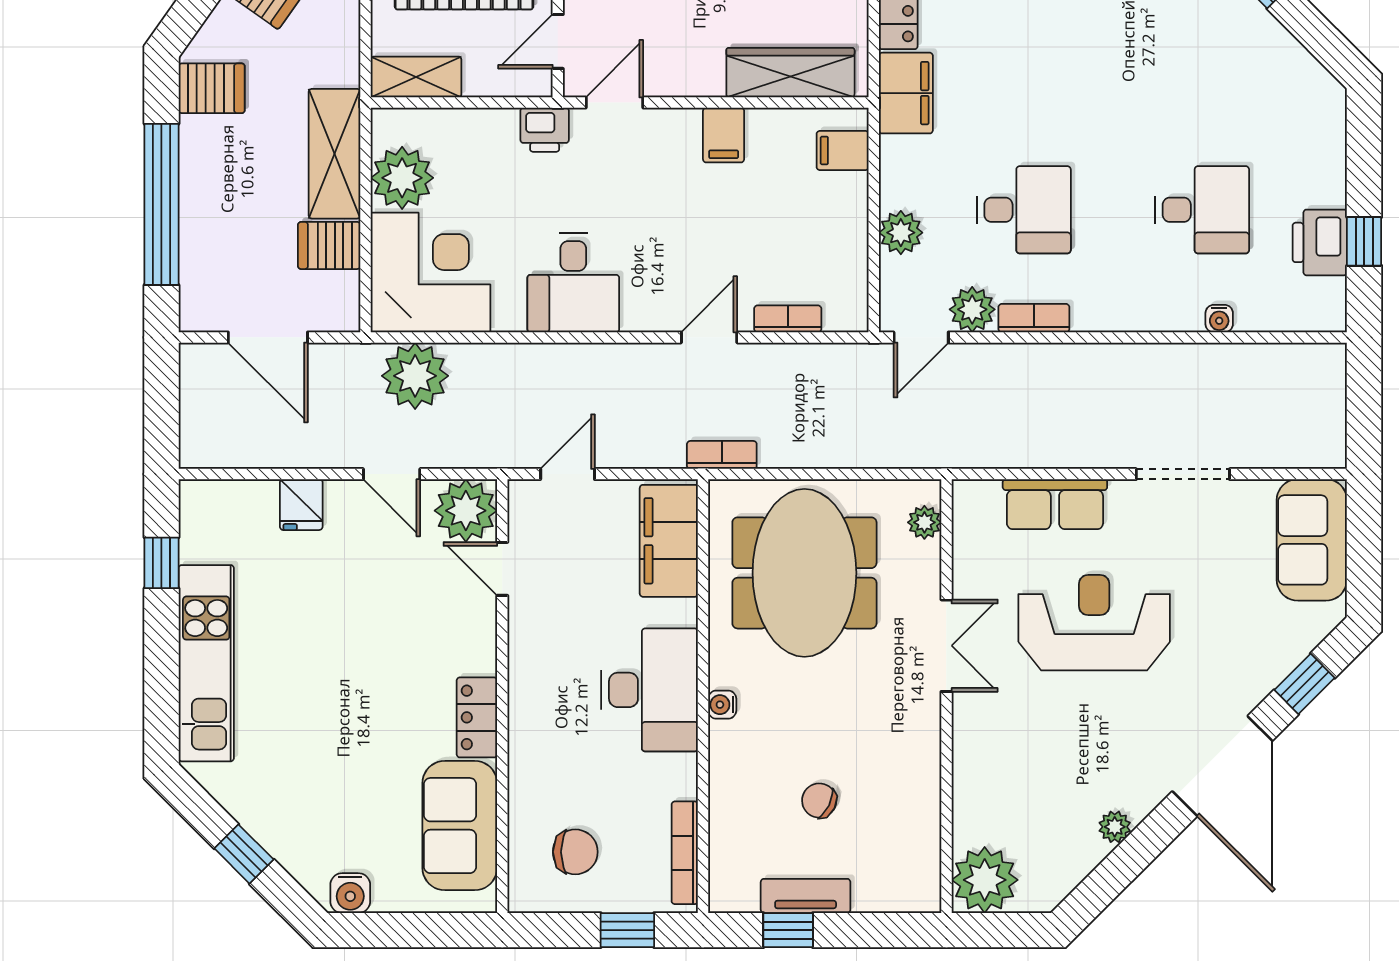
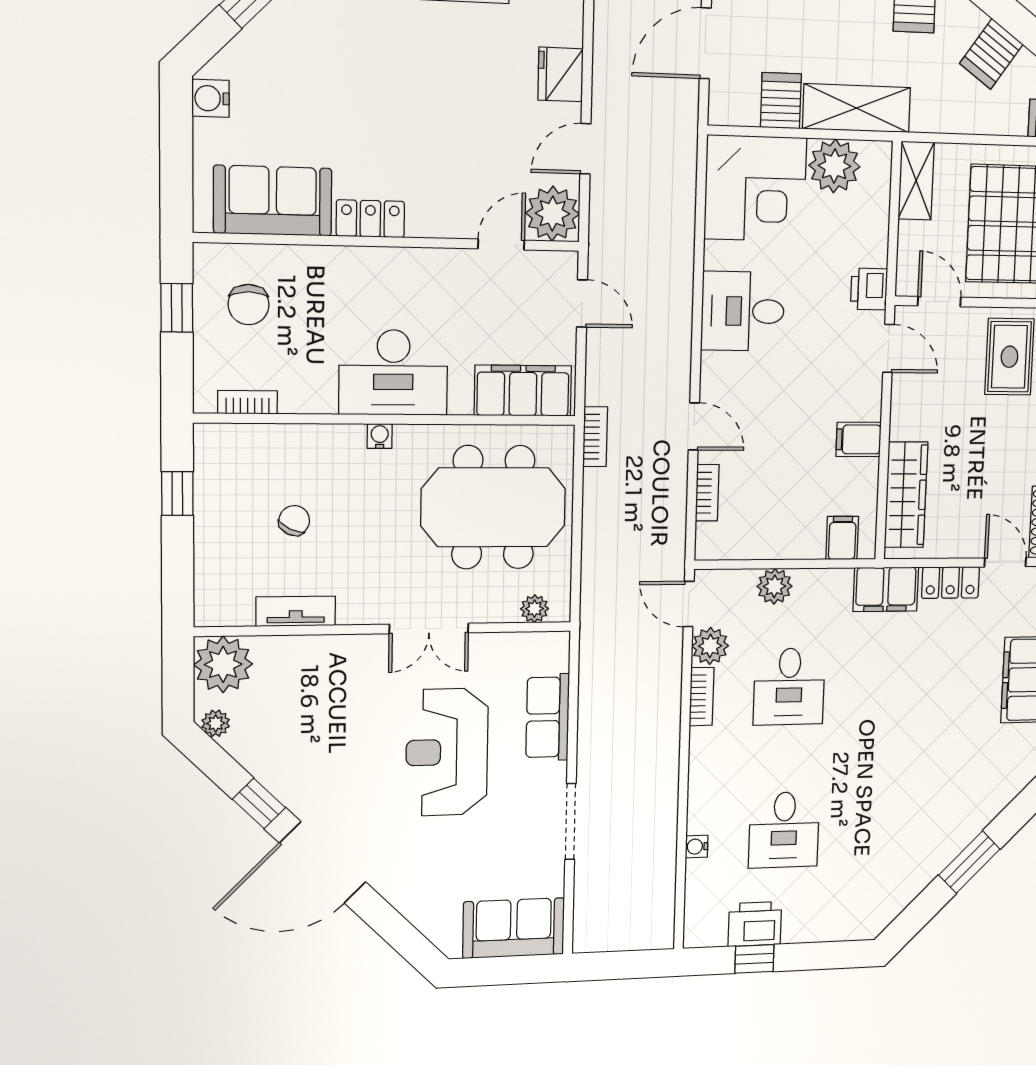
plant: (415, 376) -> (669, 172), removed
fridge: (301, 505) -> (561, 74), width x1.38
reception desk: (1094, 623) -> (447, 752), turned 180
window: (1304, 684) -> (259, 803), moved
plant: (1115, 827) -> (216, 723), moved
bookcase: (685, 853) -> (248, 402), width x0.64
tv unit: (806, 896) -> (296, 611), moved, turned -90
window: (627, 930) -> (177, 308), moved

